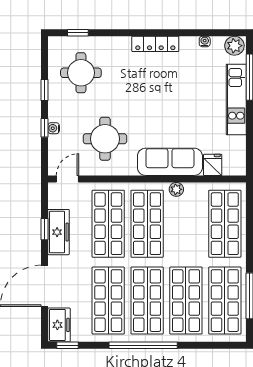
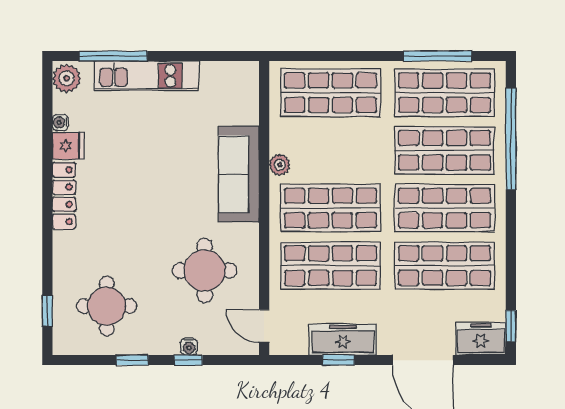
fridge: (213, 165) -> (68, 146), moved, turned 180
window: (143, 345) -> (511, 139), moved

